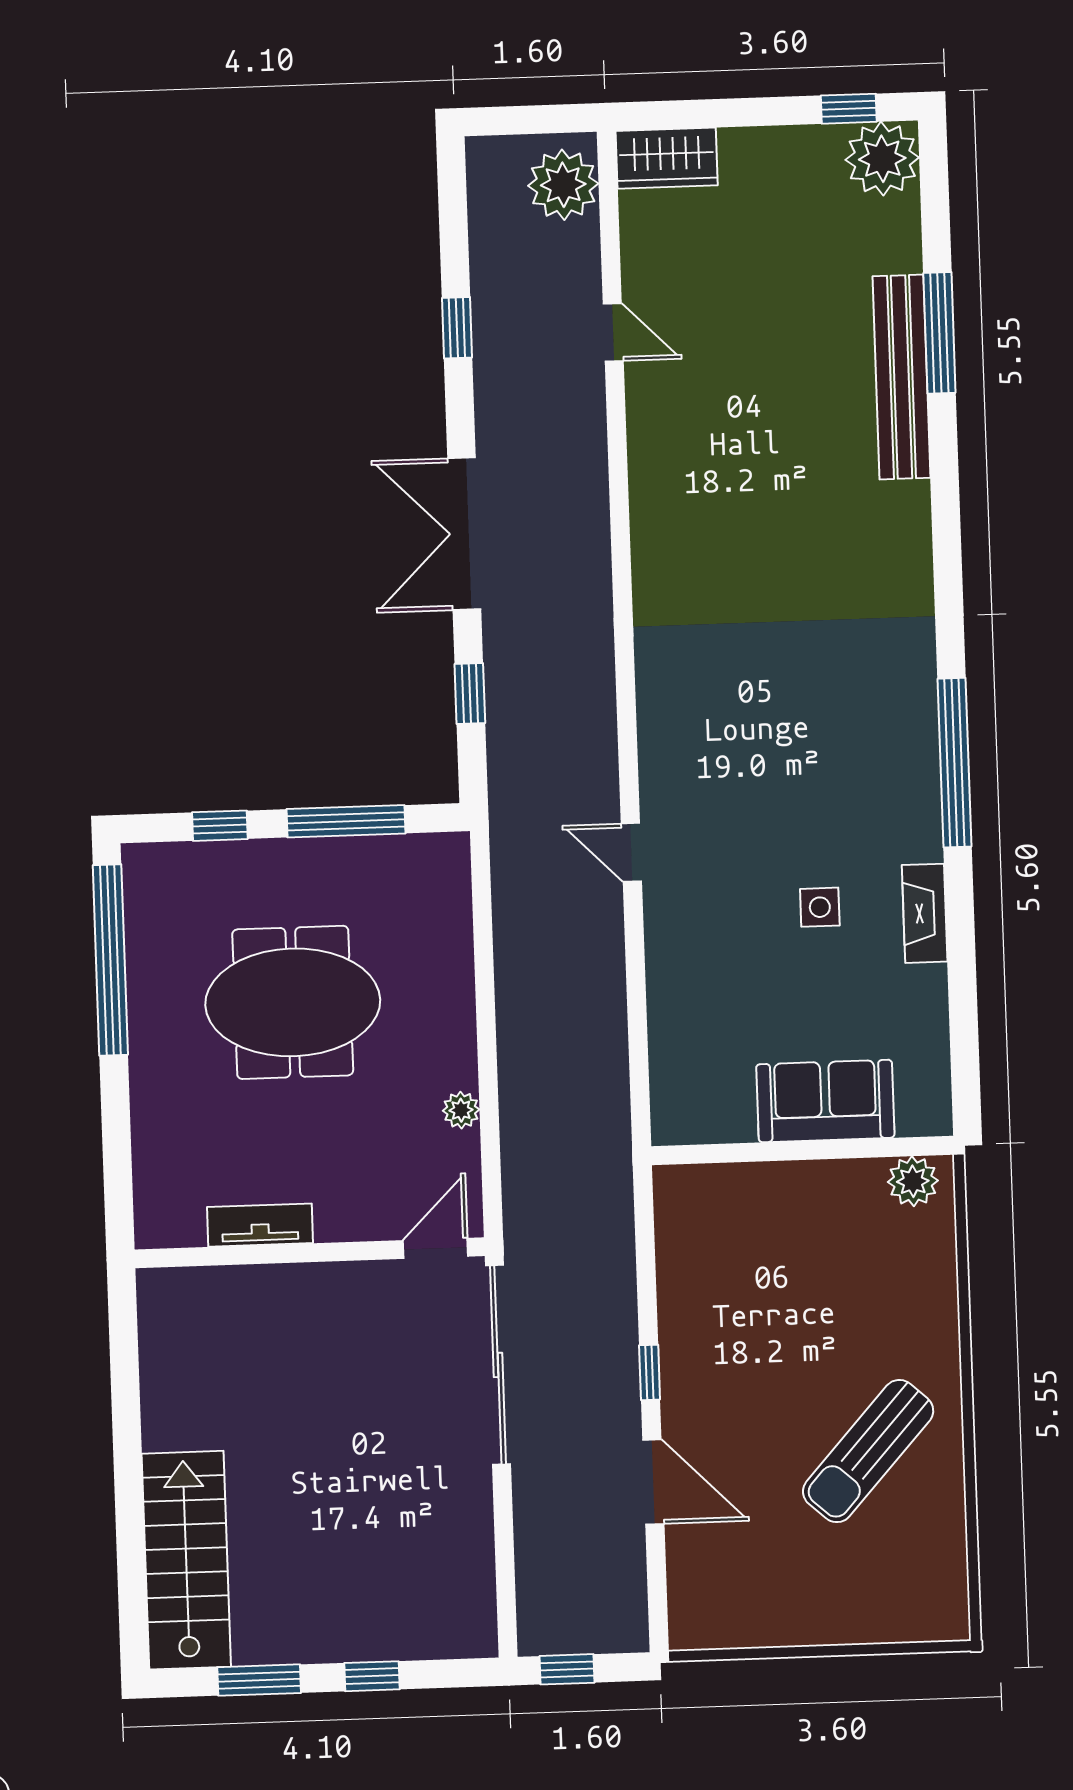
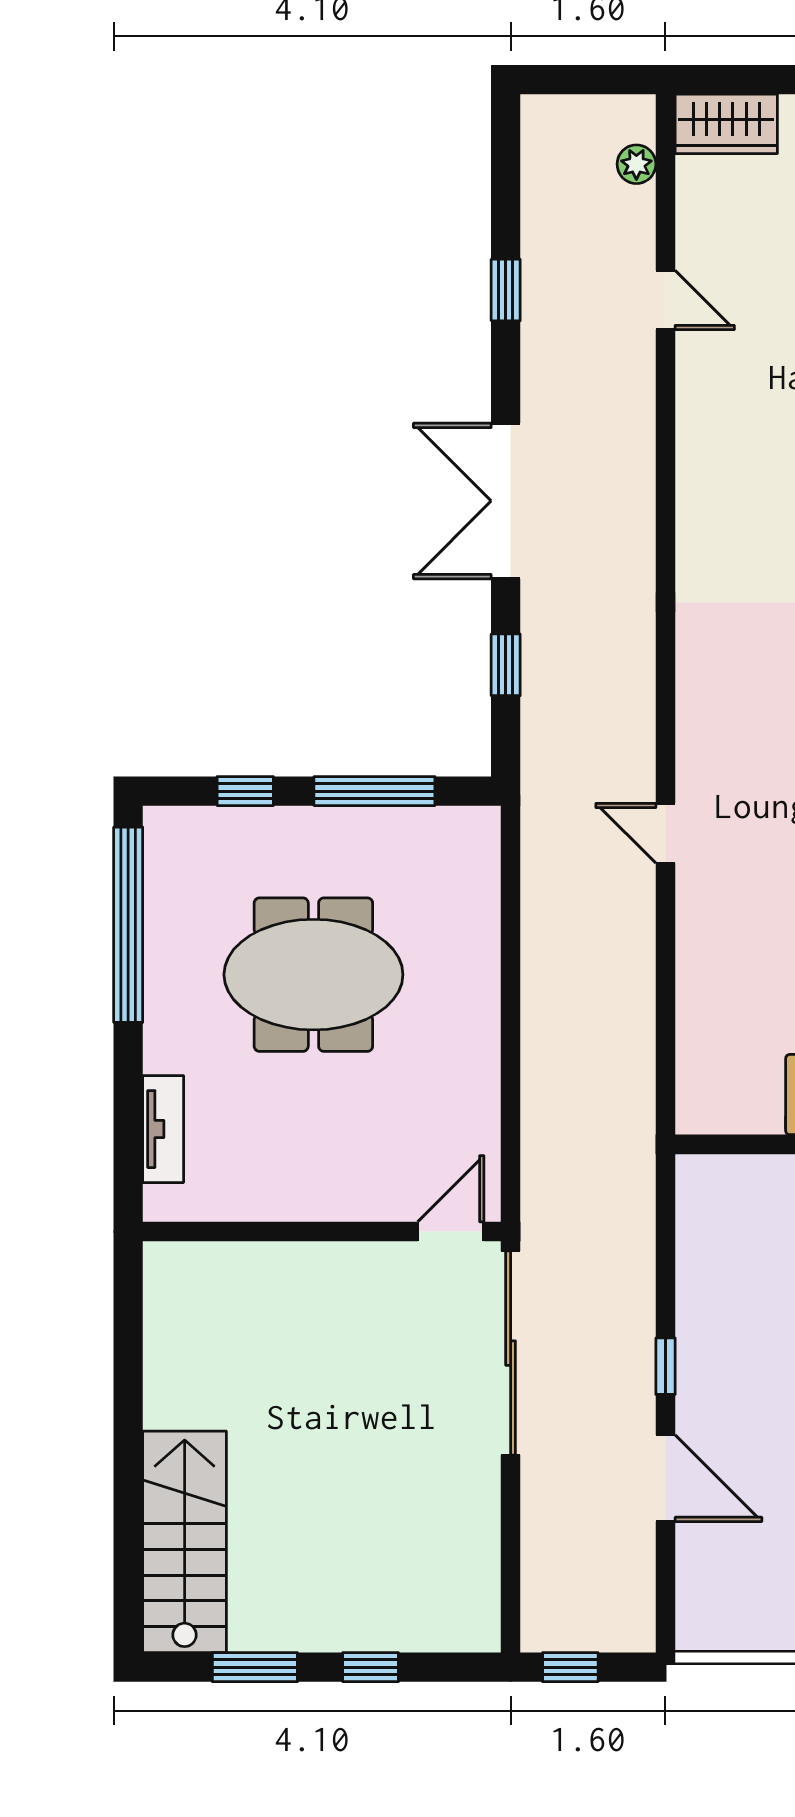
plant: (563, 185) -> (636, 164), width x0.53, depth x0.53
plant: (461, 1110) -> (482, 1091), removed
tv unit: (260, 1225) -> (163, 1129), moved, turned 90

